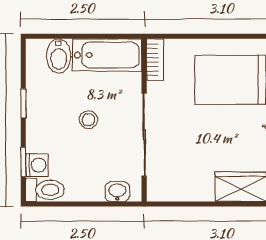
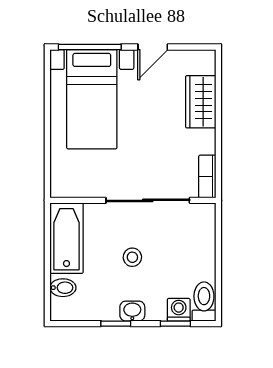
bidet: (59, 56) -> (63, 288), width x0.72, depth x0.74
bookcase: (155, 60) -> (207, 177), moved, turned -90
washbasin: (117, 192) -> (132, 311), moved, turned 90

